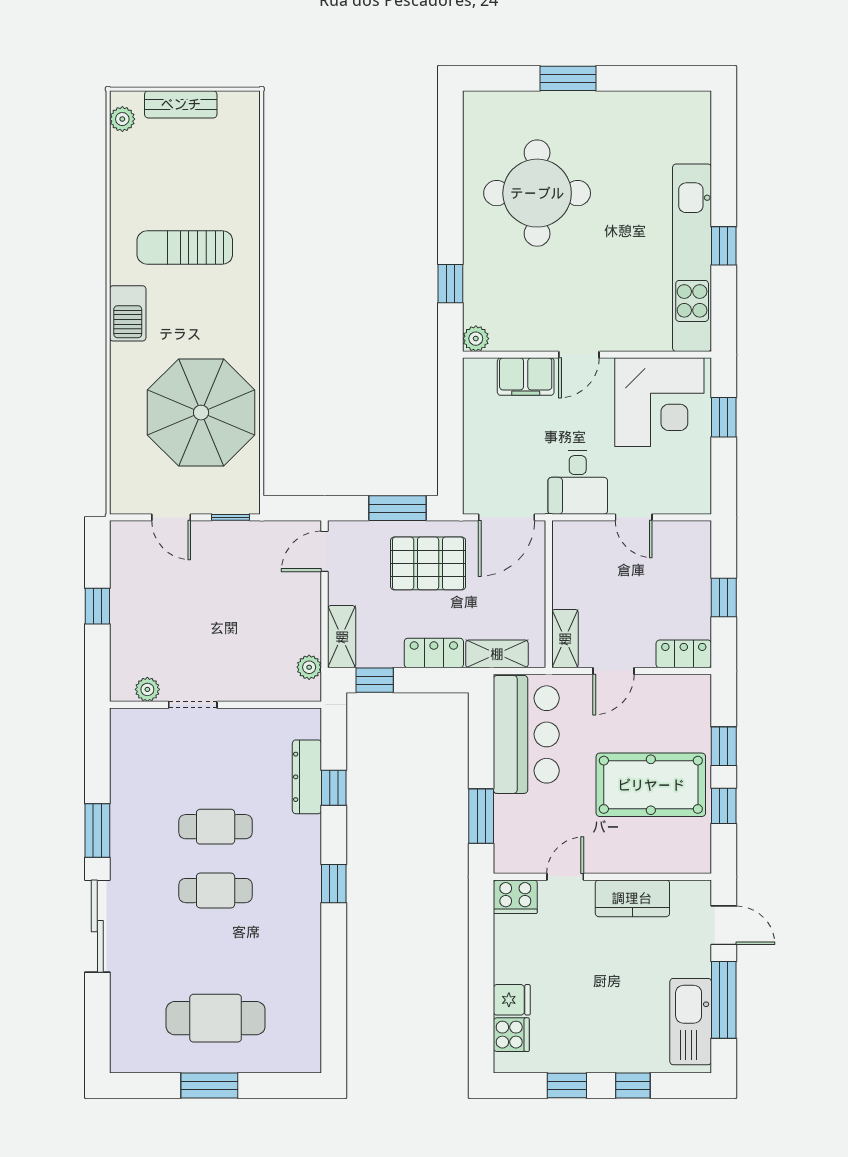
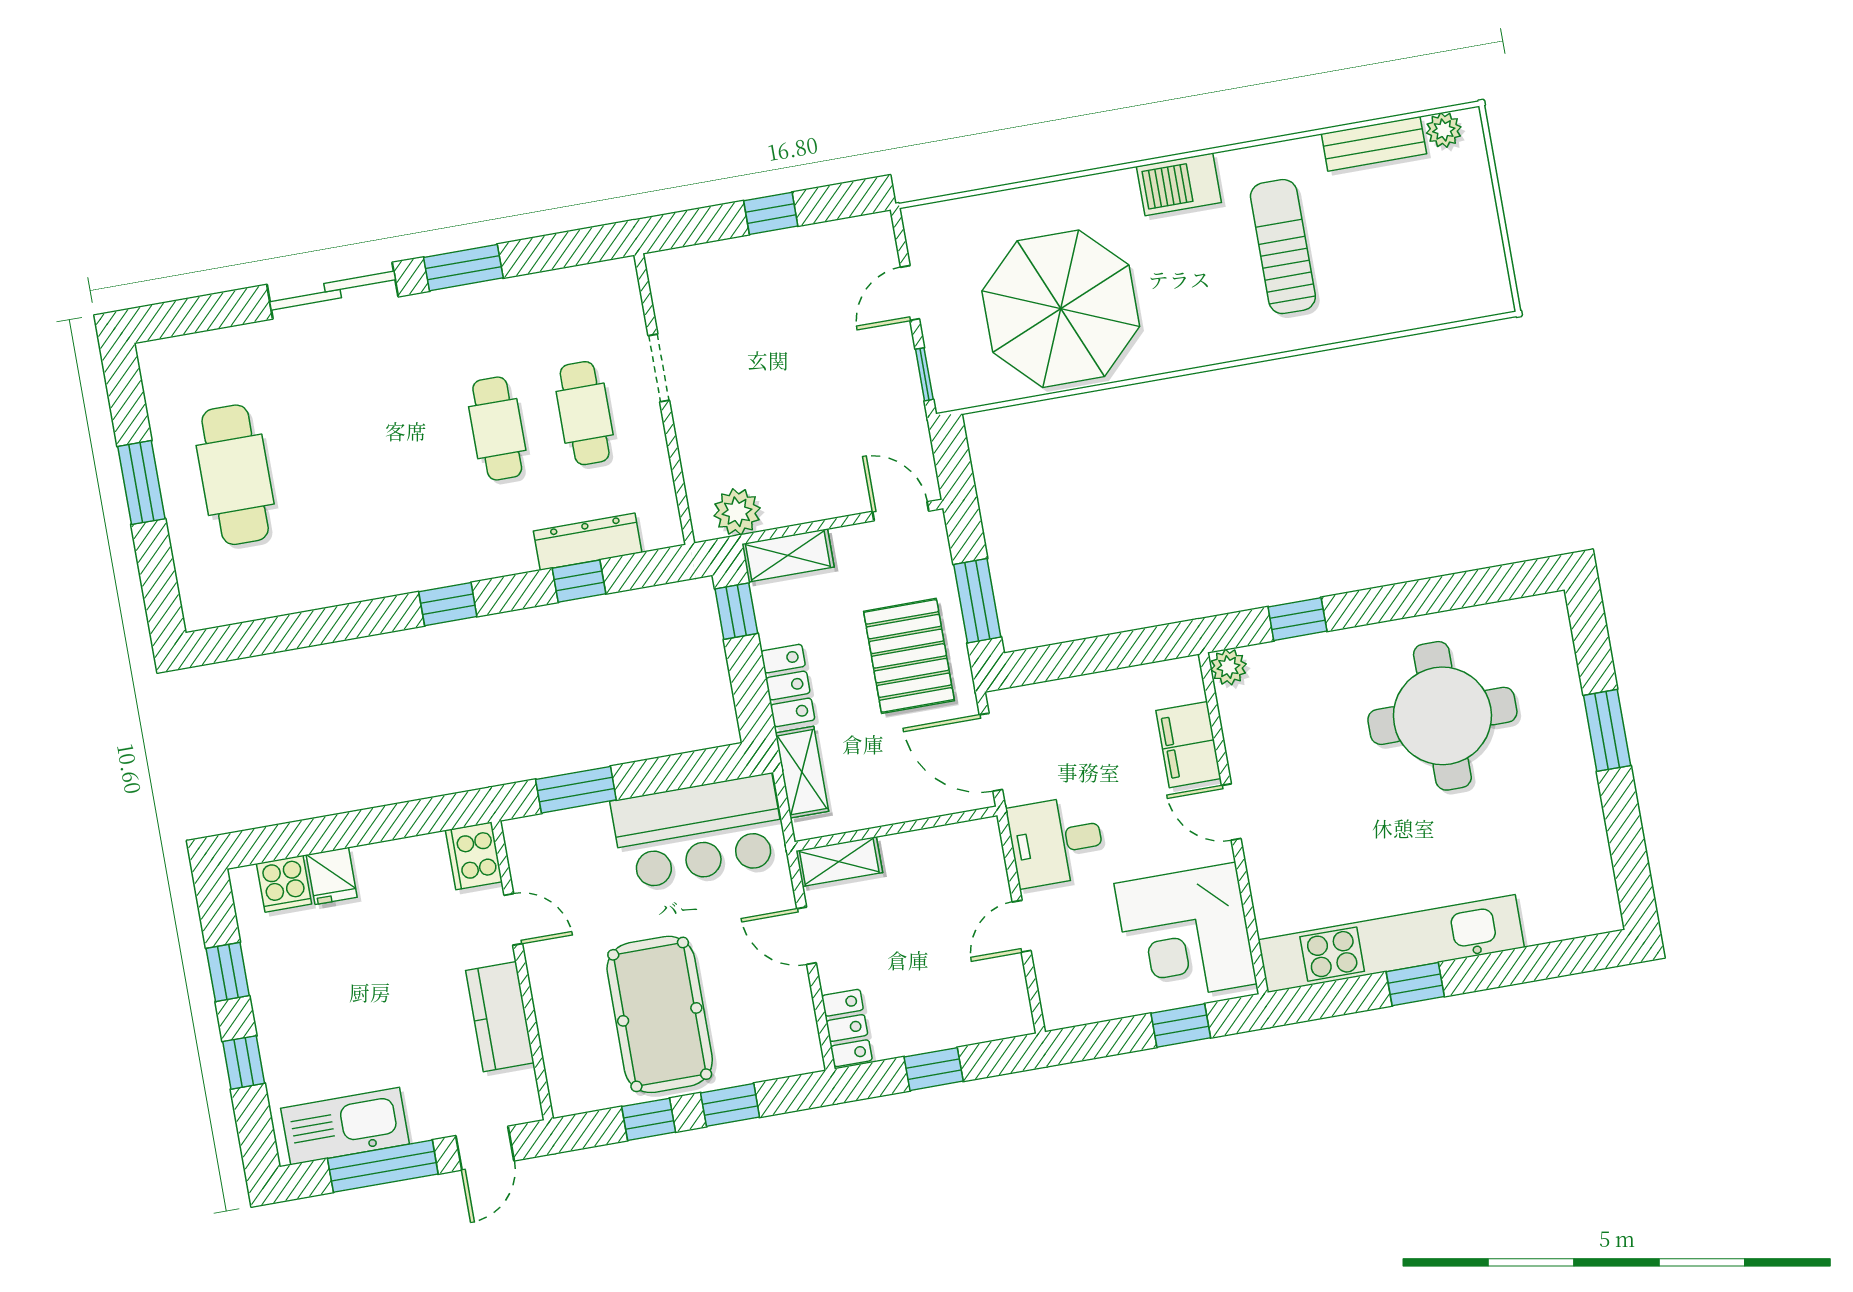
bench: (181, 104) -> (1374, 144), moved, turned 90
plant: (309, 667) -> (737, 512), width x1.38, depth x1.38
plant: (147, 689) -> (669, 302), removed
cafe table: (216, 891) -> (585, 413), moved

